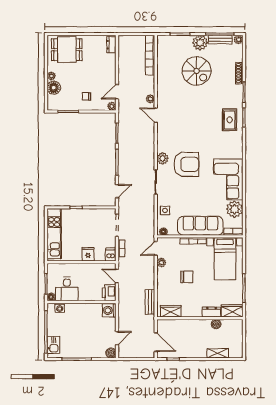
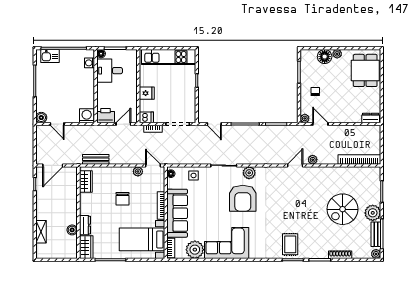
rug: (230, 120) -> (290, 244), turned 90

